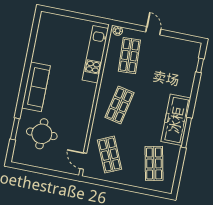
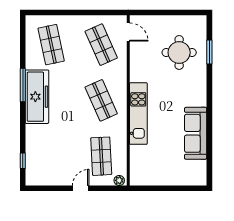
door: (153, 31) -> (81, 188), swing flipped
kitchen unit: (95, 54) -> (138, 114), moved
sofa: (36, 87) -> (196, 133), moved
shop shelf: (119, 105) -> (101, 100), turned -36

